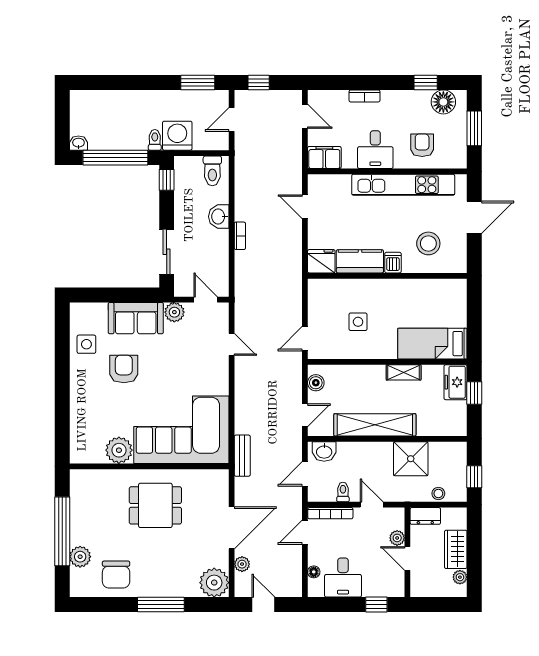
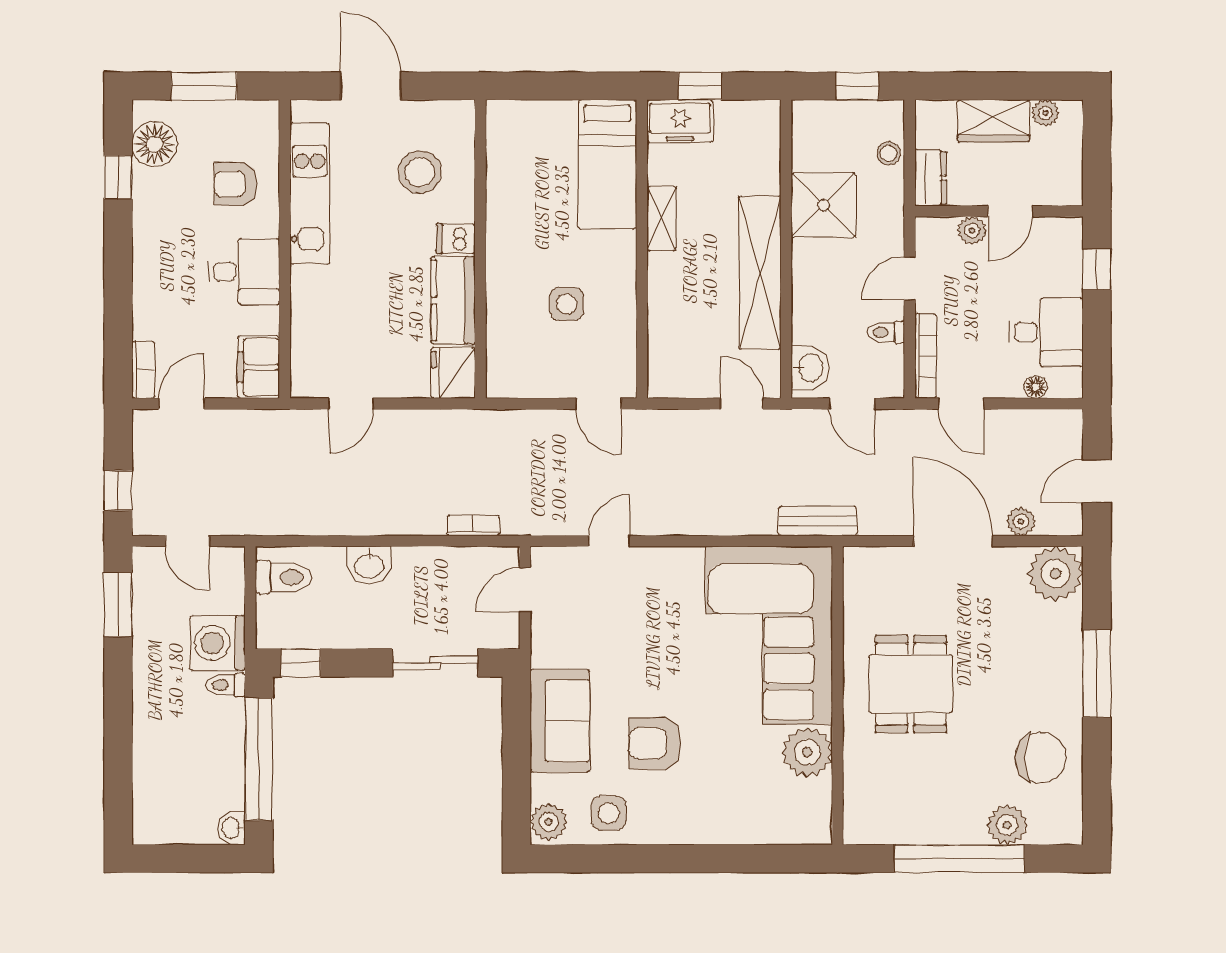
bookcase: (364, 96) -> (143, 370), moved
kitchen unit: (403, 185) -> (310, 194), width x0.73
bookcase: (240, 236) -> (473, 525), moved
plant: (174, 312) -> (549, 822), moved
boiler: (316, 383) -> (681, 383), removed

